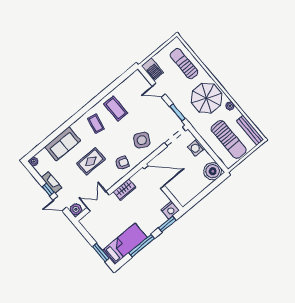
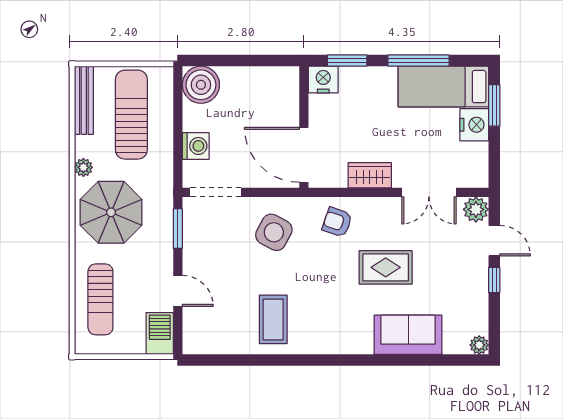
coffee table: (96, 124) -> (326, 322), removed
fireplace: (52, 183) -> (479, 286), removed
nightstand: (102, 239) -> (474, 125), added

